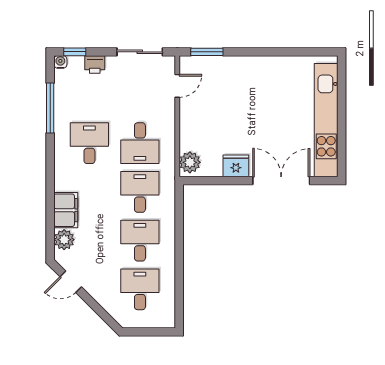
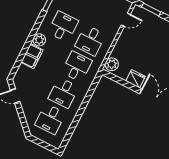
plant: (64, 240) -> (39, 40), moved
desk: (140, 241) -> (64, 93), turned 180
desk: (140, 289) -> (50, 119), turned 180

